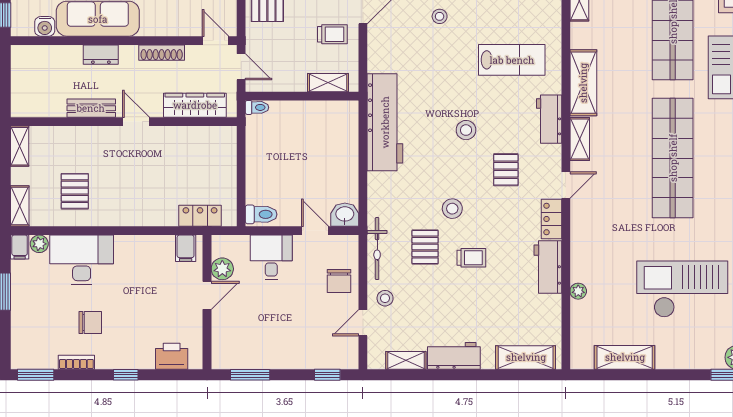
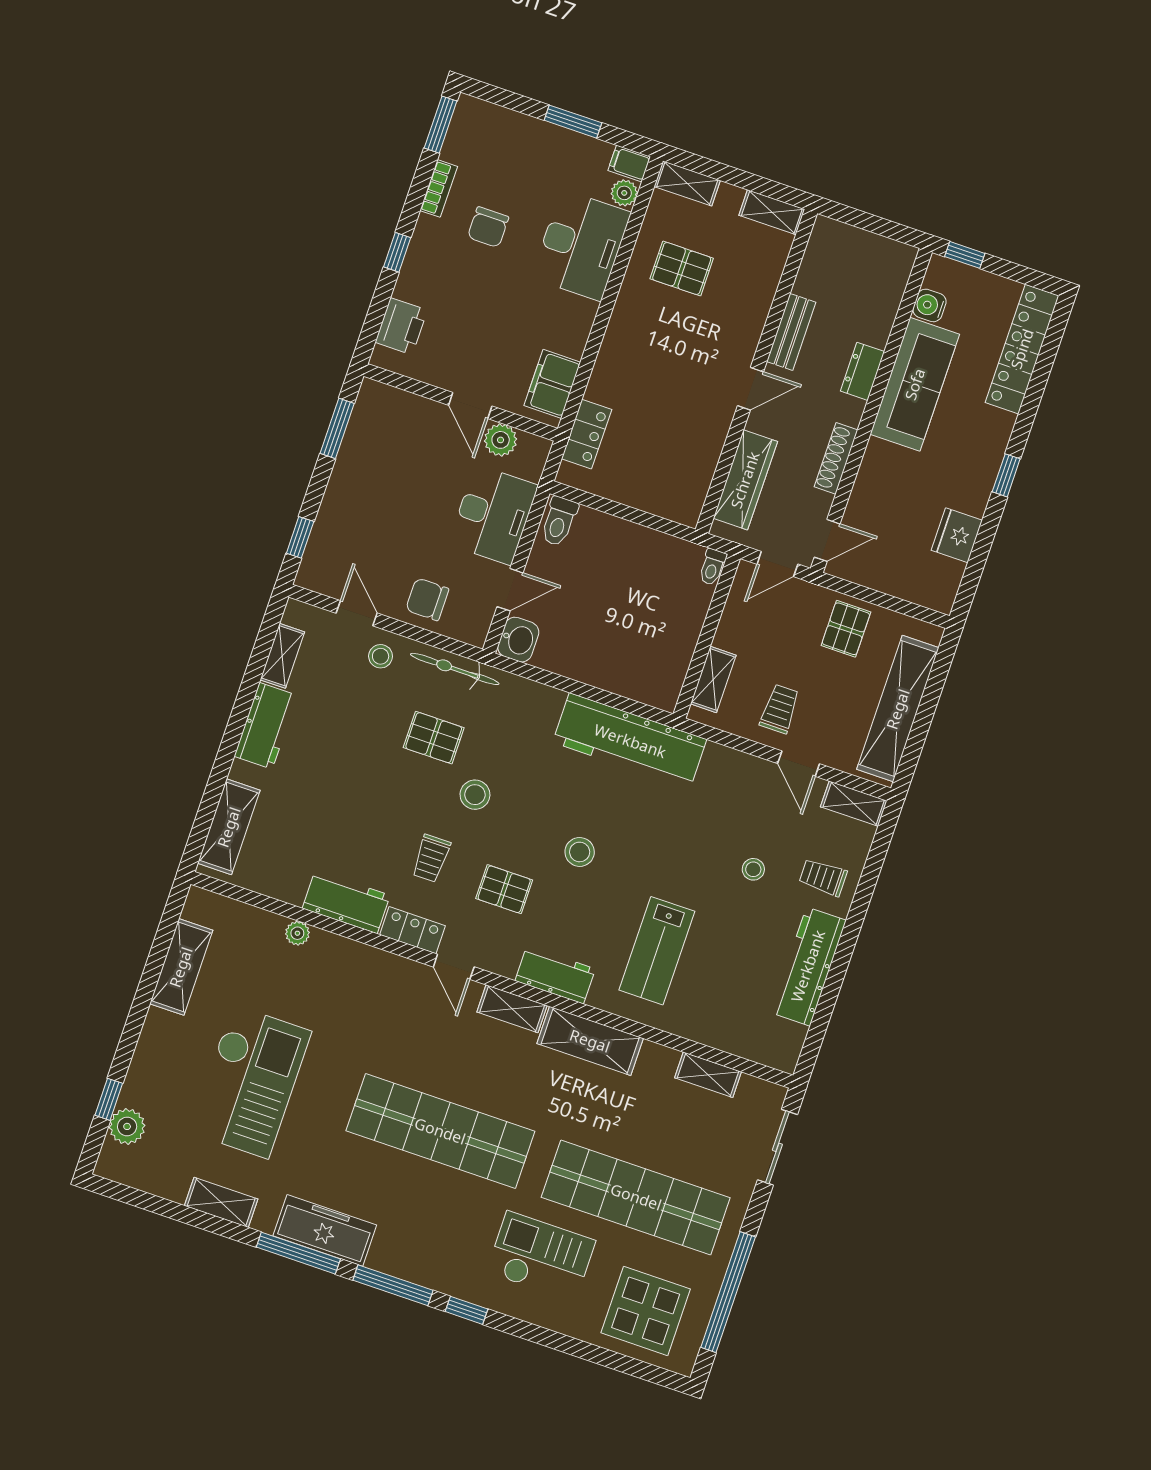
trolley: (332, 34) -> (780, 709), turned 180
filing cabinet: (186, 248) -> (552, 384), width x2.00
desk: (271, 257) -> (493, 515), width x1.37
trolley: (471, 258) -> (431, 858), moved

